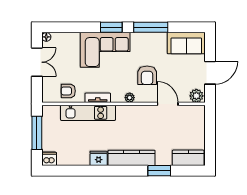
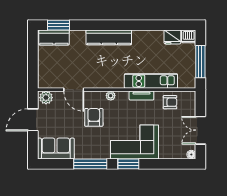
fridge: (99, 158) -> (172, 37), moved
window: (159, 171) -> (58, 25), moved

